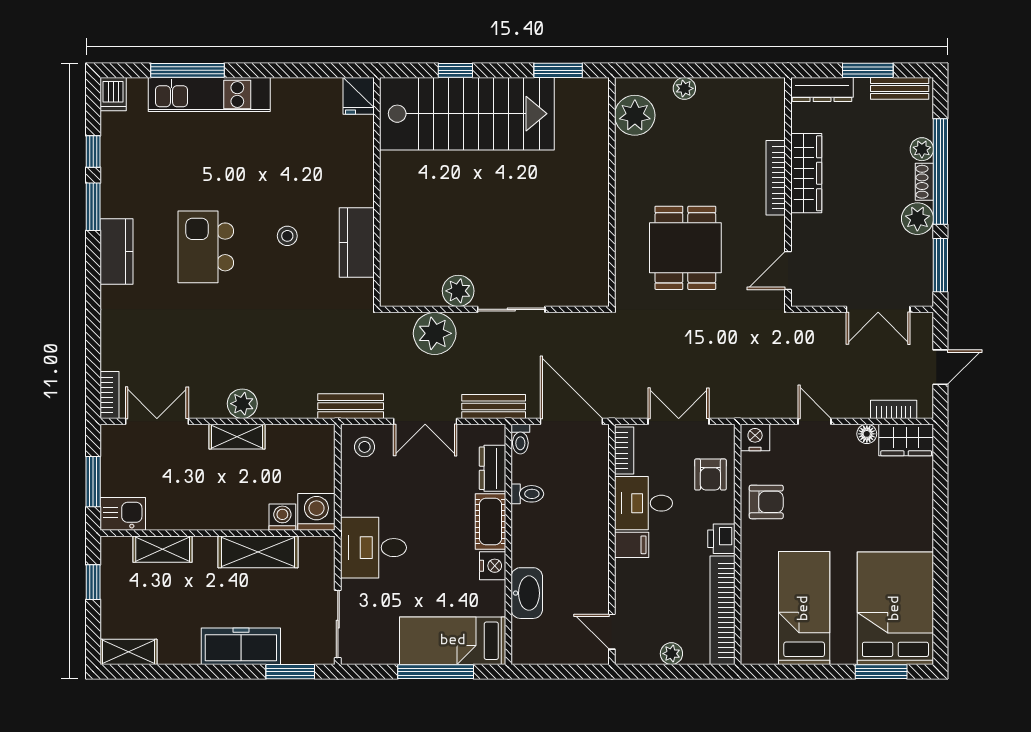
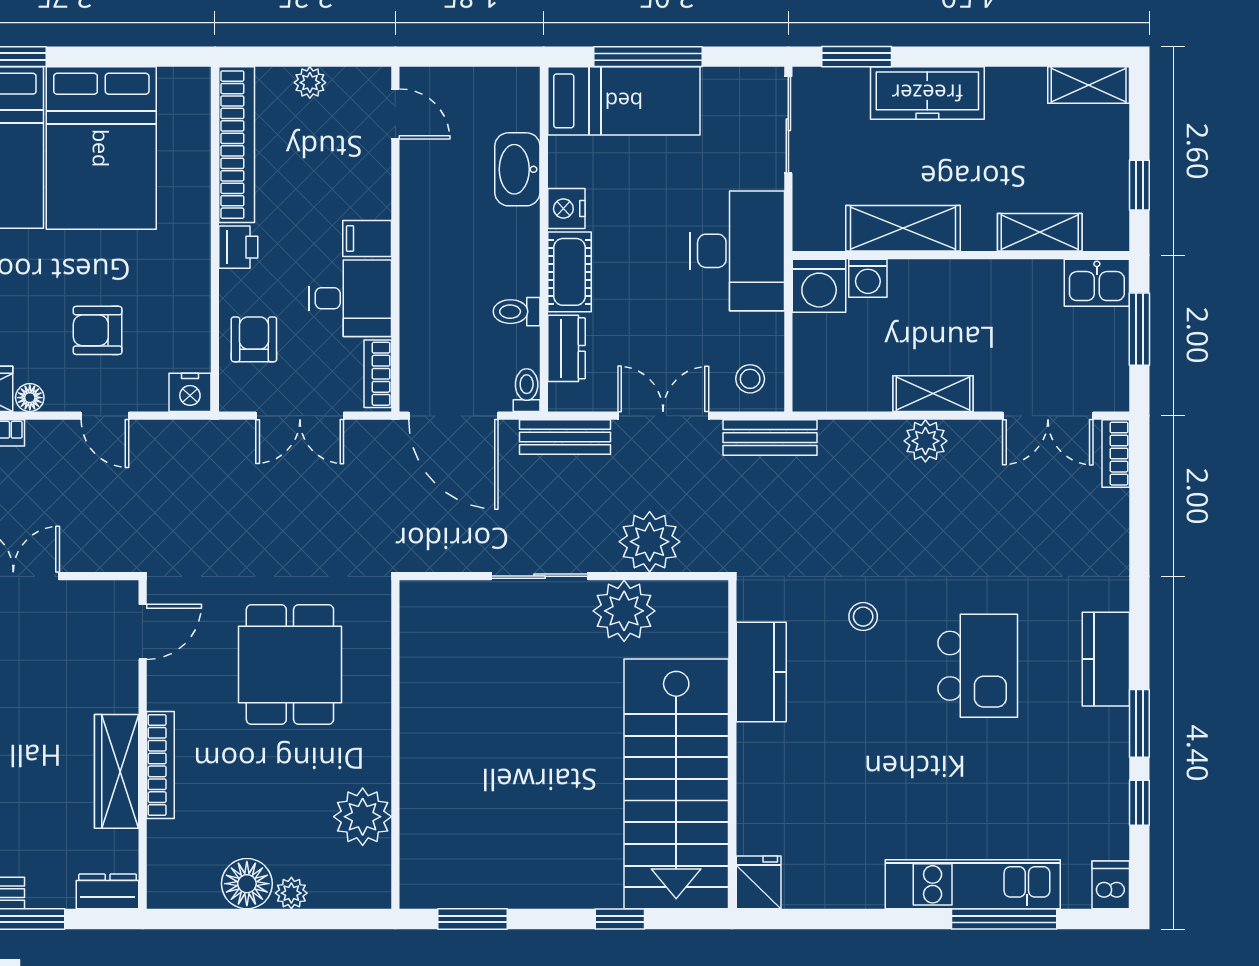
dresser: (822, 90) -> (108, 891), width x0.70
floor lamp: (715, 95) -> (247, 884), added
stairs: (467, 114) -> (676, 784), moved, turned -90
plant: (635, 115) -> (363, 817), moved
stool: (287, 236) -> (863, 617), moved
plant: (458, 291) -> (624, 611), width x1.36, depth x1.36
armchair: (766, 502) -> (98, 330), moved
desk: (373, 548) -> (737, 251), width x1.37
bed: (804, 608) -> (101, 148), width x1.50

